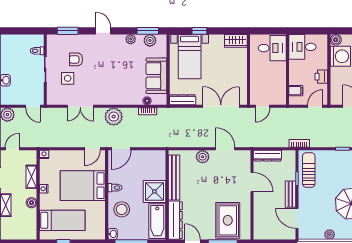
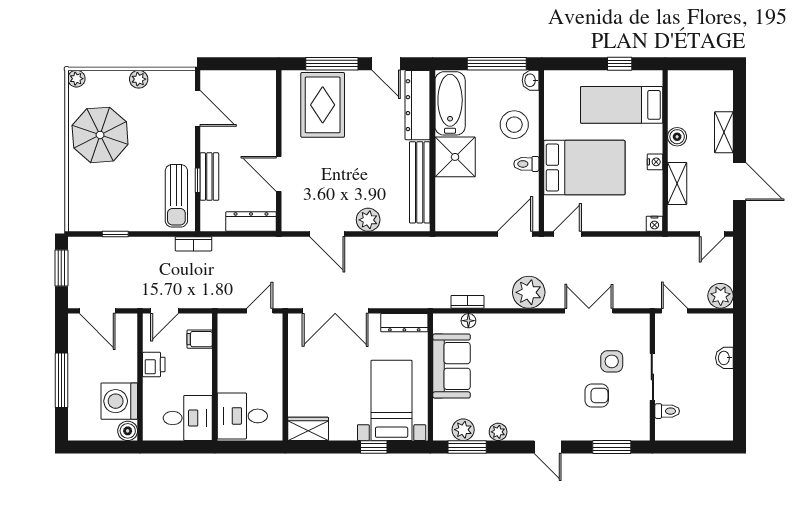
bench: (290, 194) -> (209, 177), moved

